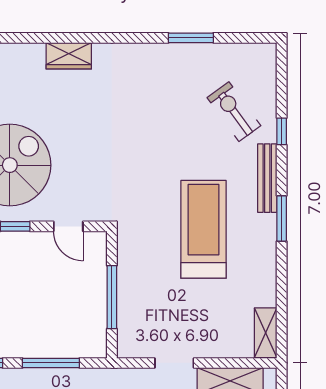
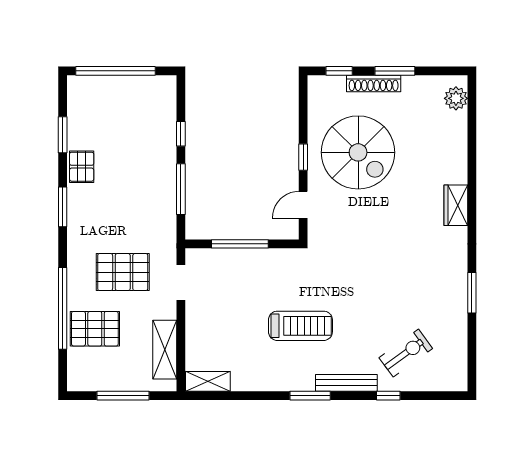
window: (191, 38) -> (472, 293), moved
treadmill: (204, 229) -> (300, 326), width x0.73, depth x0.73
doorway: (174, 363) -> (181, 283), moved

